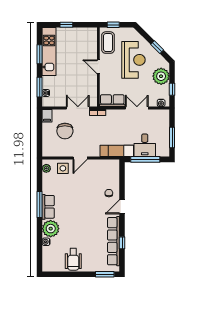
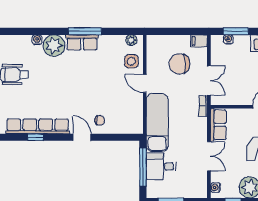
exam couch: (117, 151) -> (157, 123), width x1.36, depth x1.45

